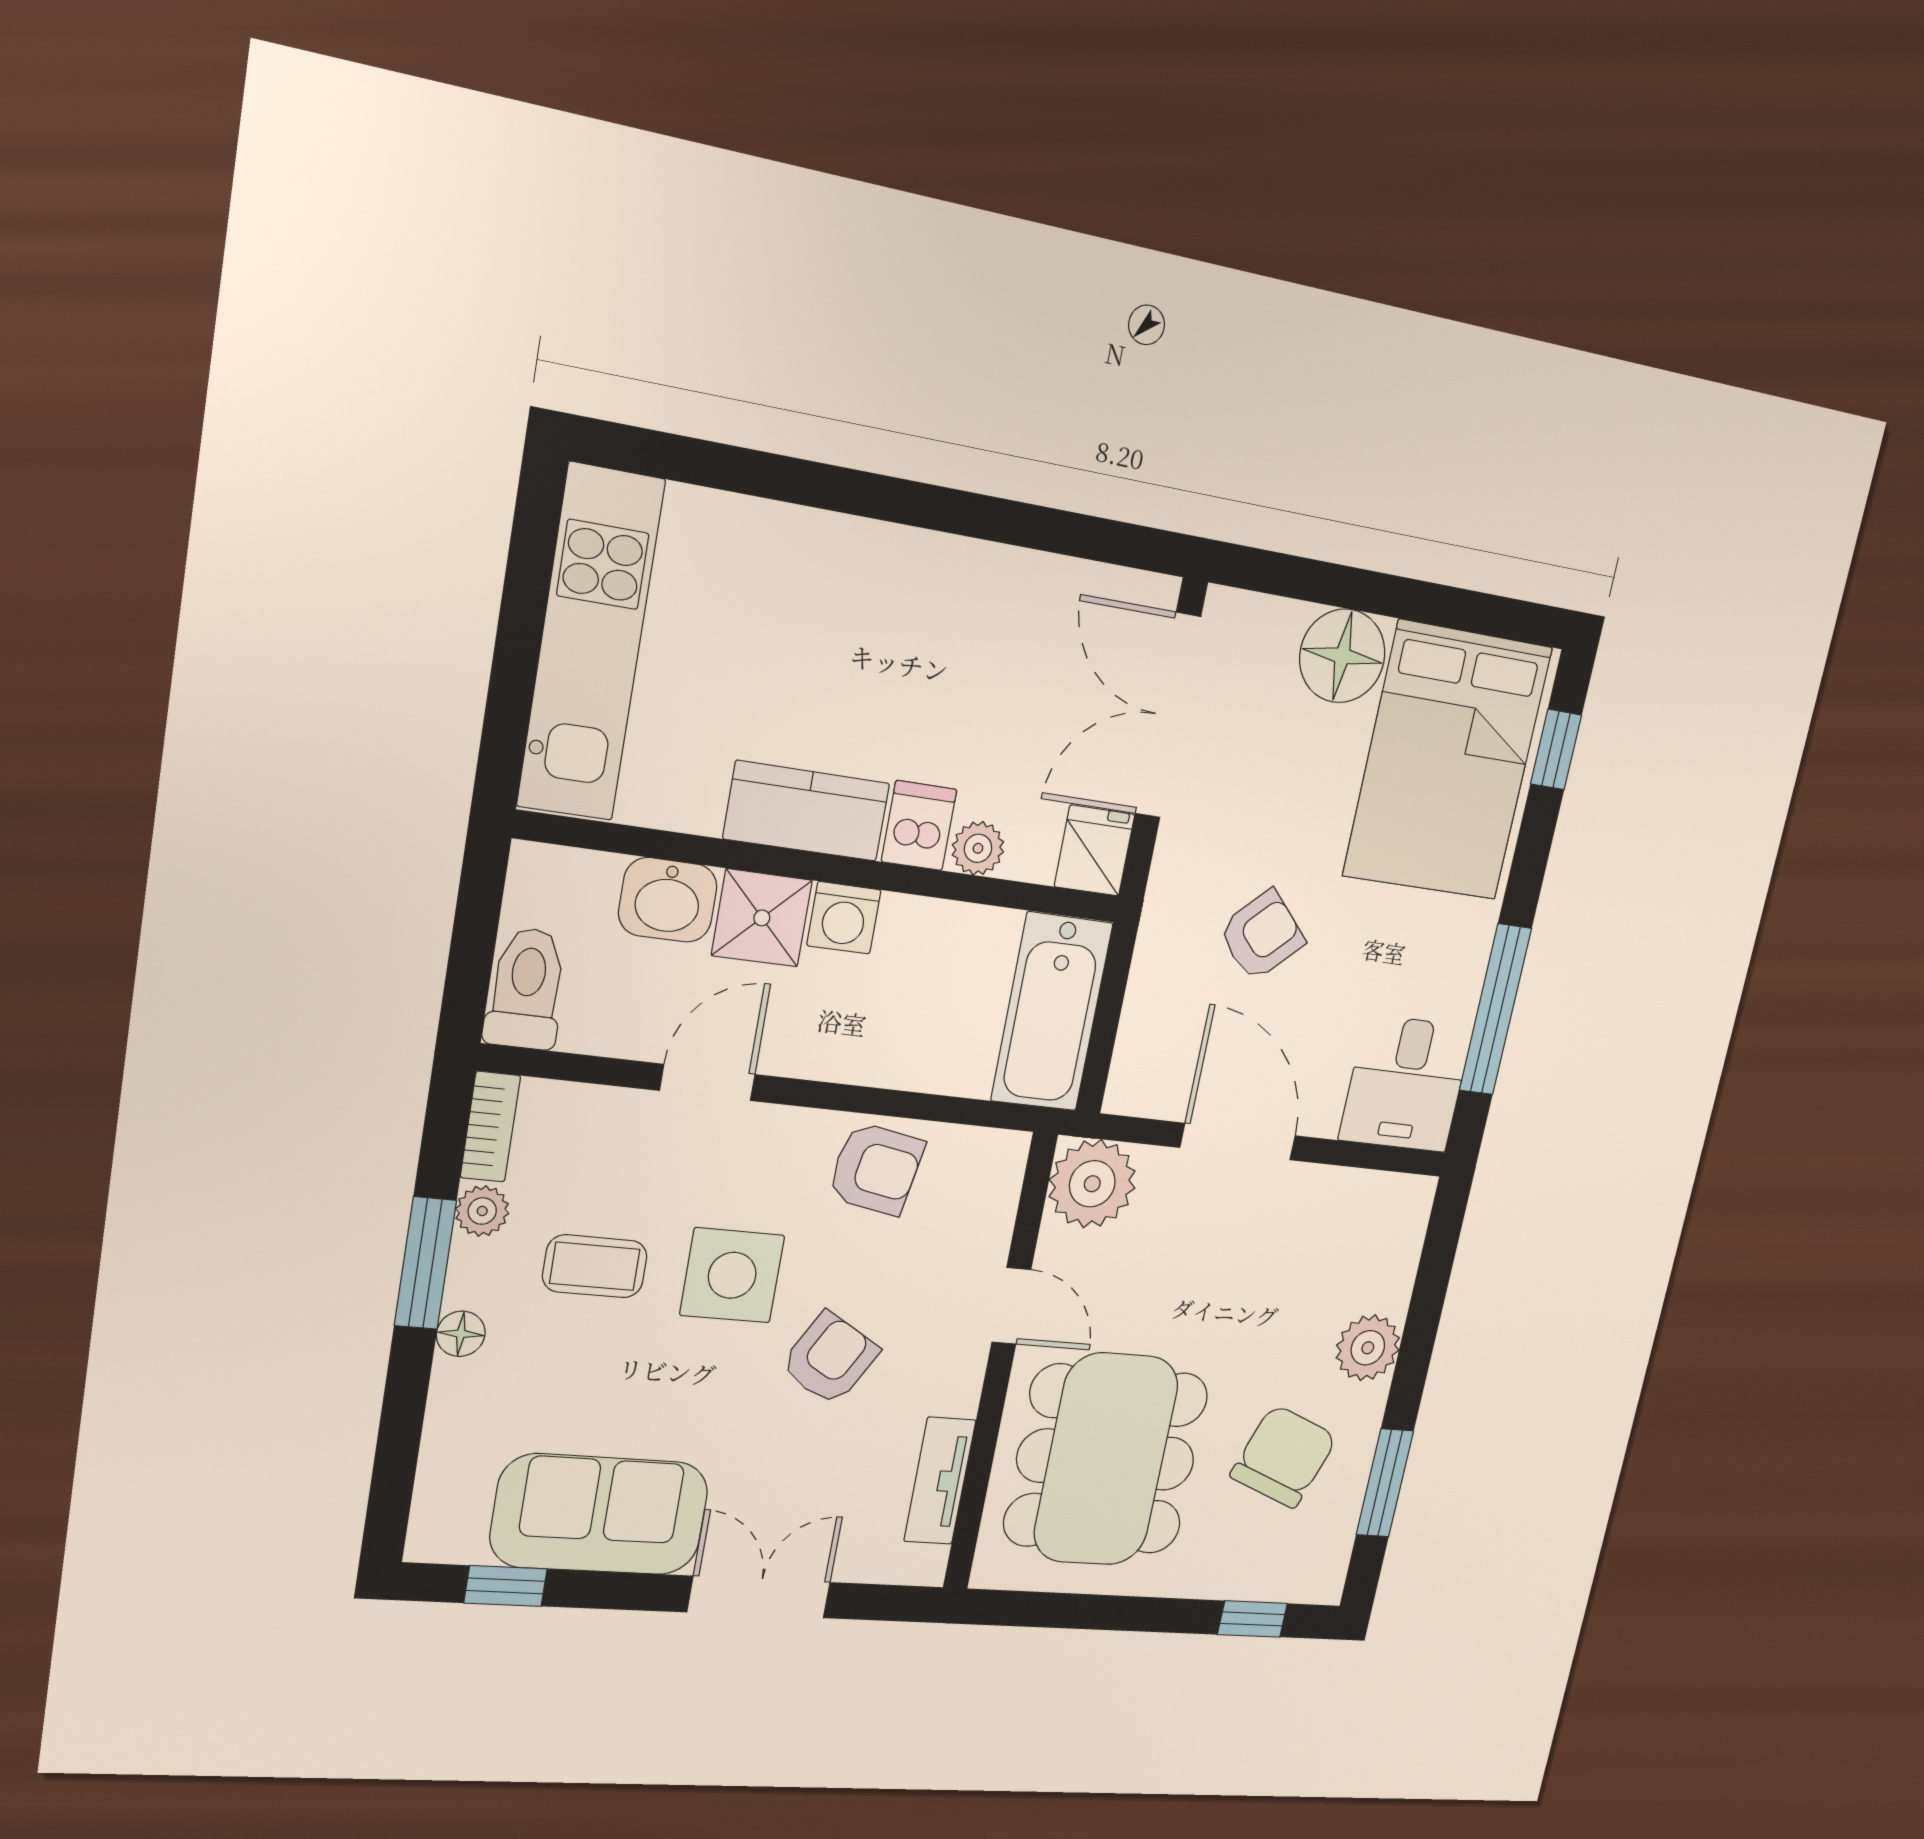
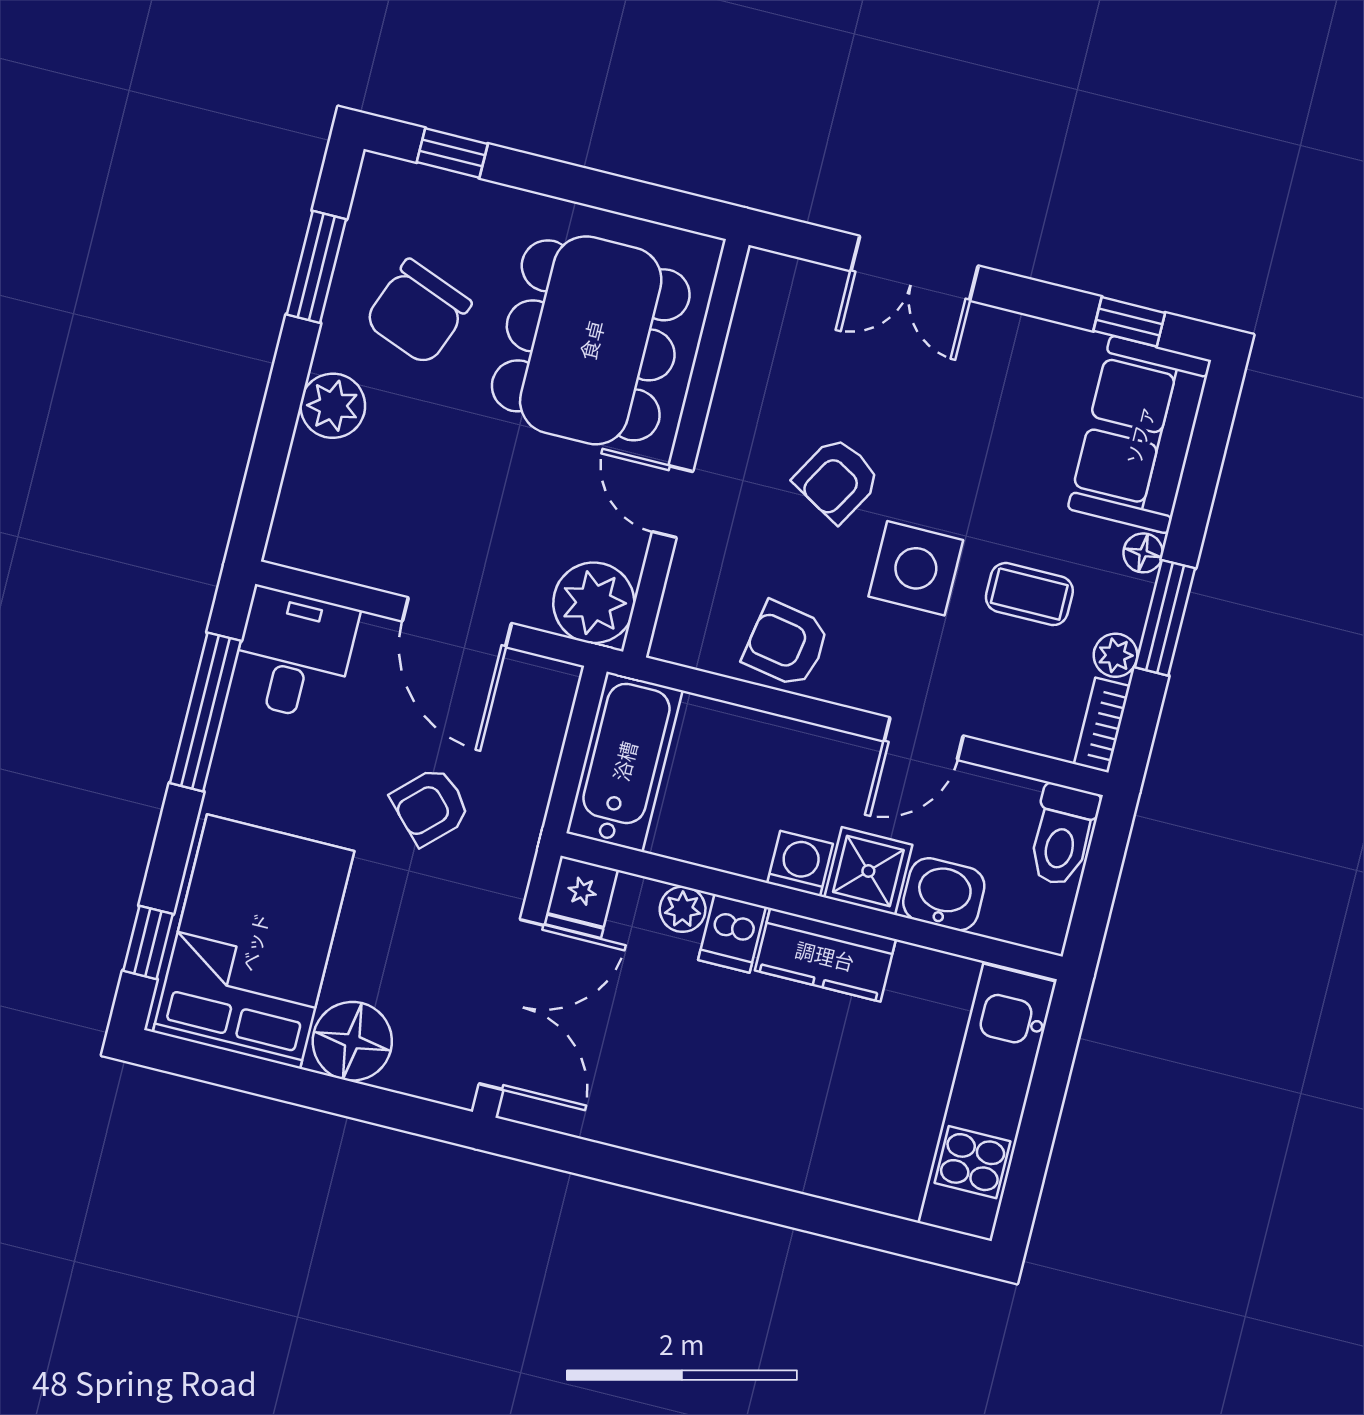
tv unit: (940, 1481) -> (746, 348), removed
sofa: (600, 1515) -> (1139, 435), moved, turned 90

